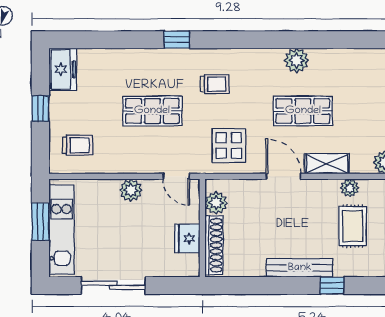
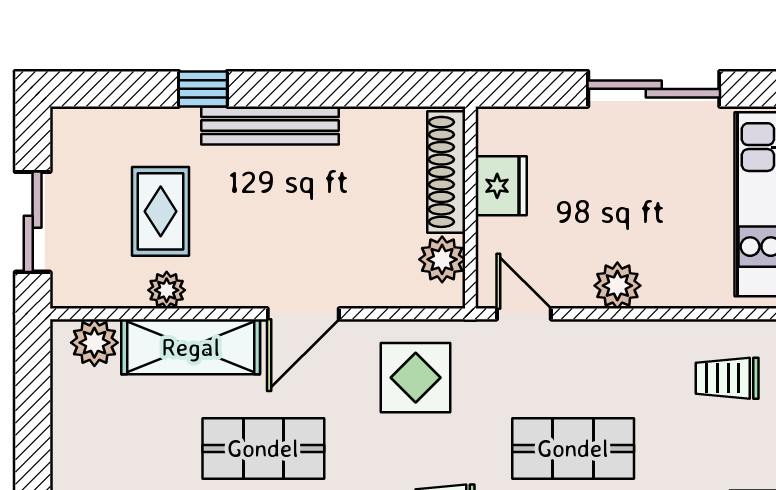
shelving: (327, 164) -> (191, 347), width x1.50, depth x1.33
door: (283, 176) -> (303, 314), hinge flipped

